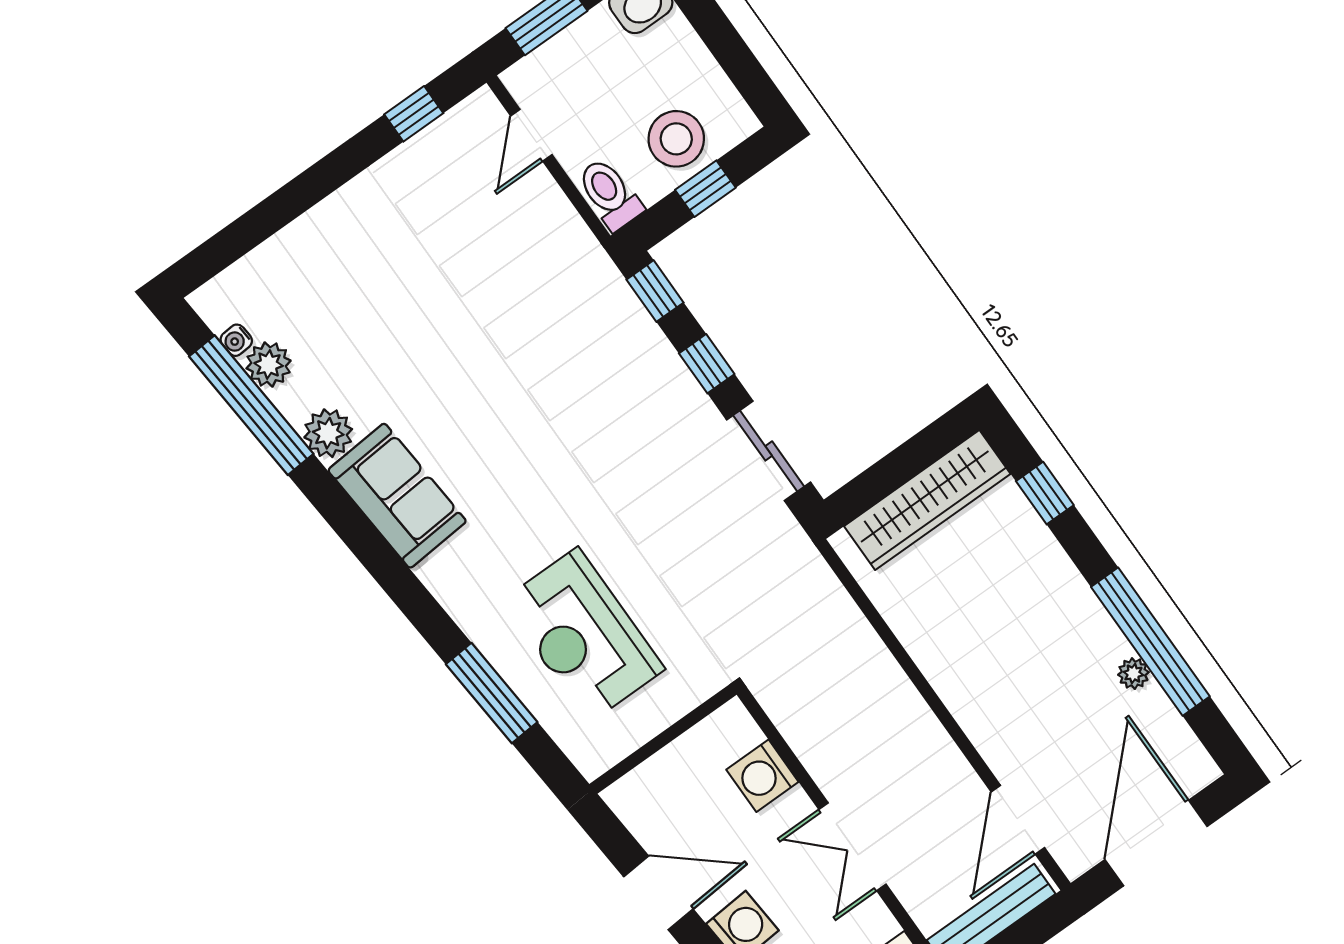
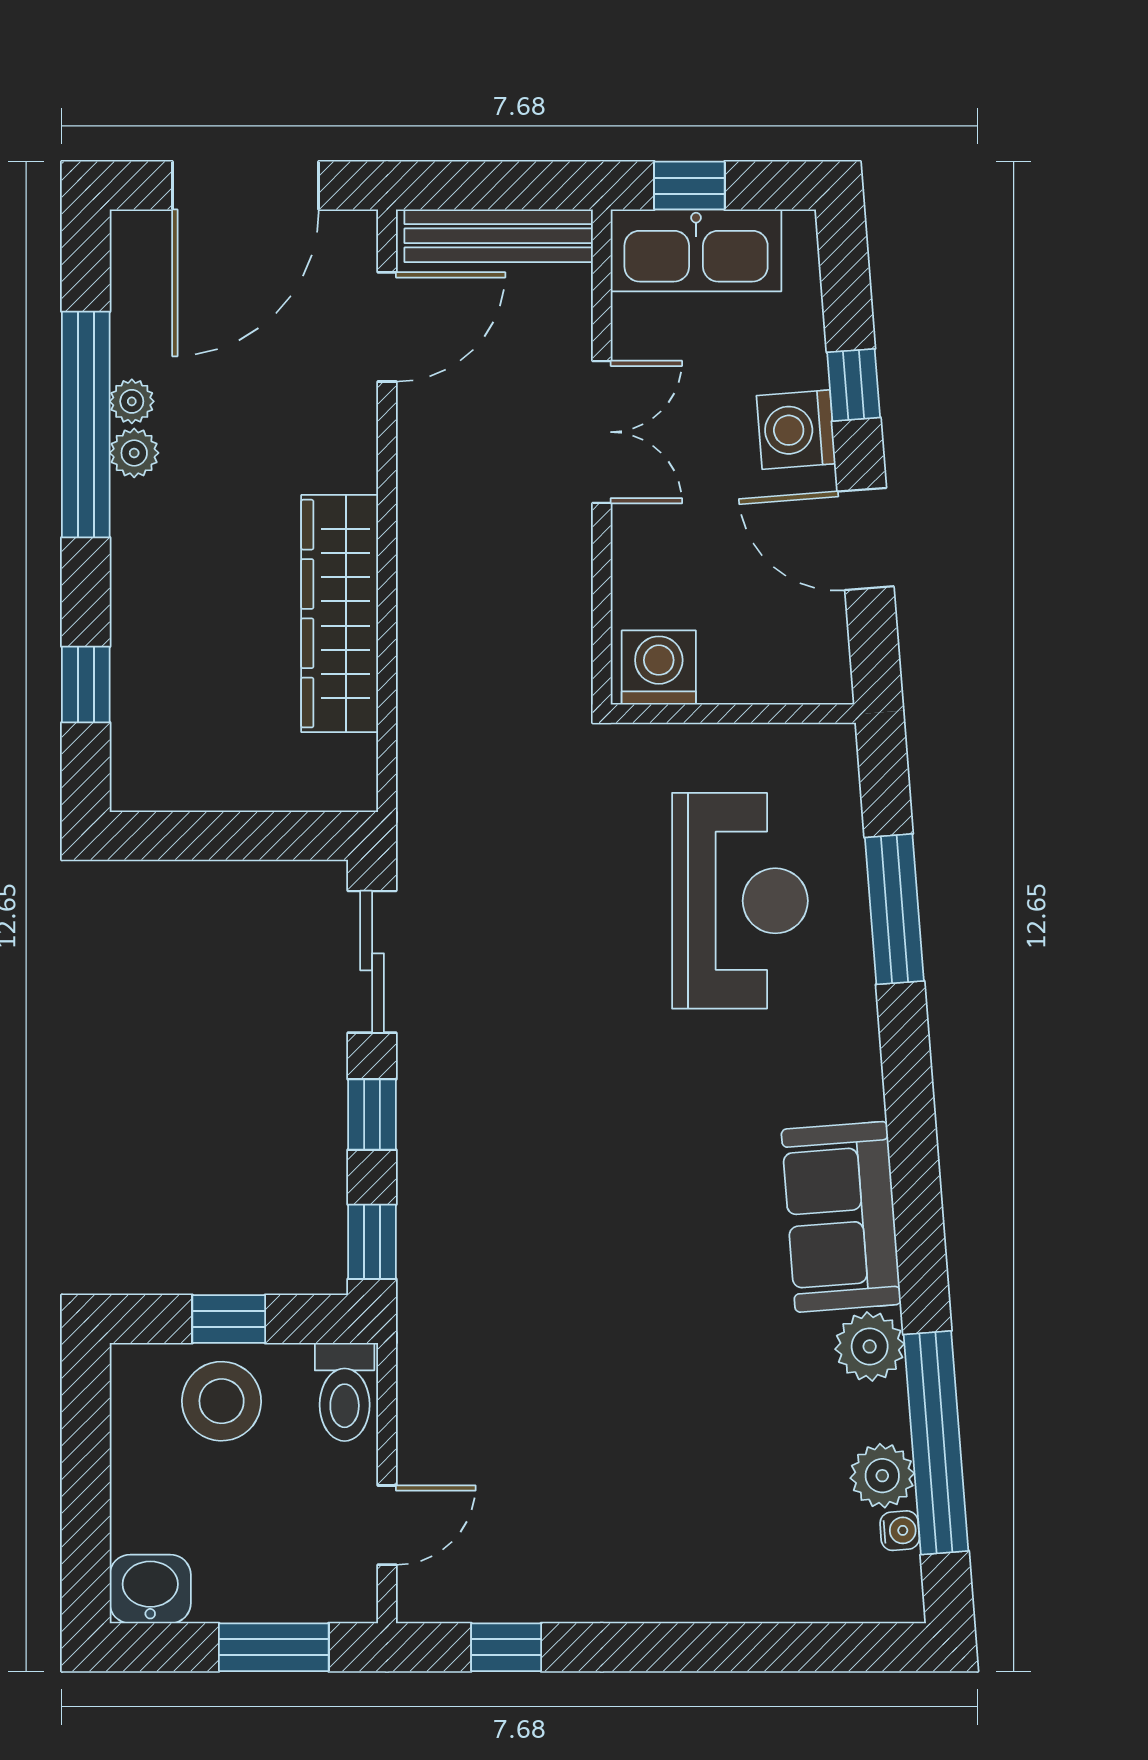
wardrobe: (927, 500) -> (340, 614), moved, turned -90
plant: (1111, 645) -> (134, 453), added
washing machine: (762, 776) -> (659, 668), moved, turned -90

